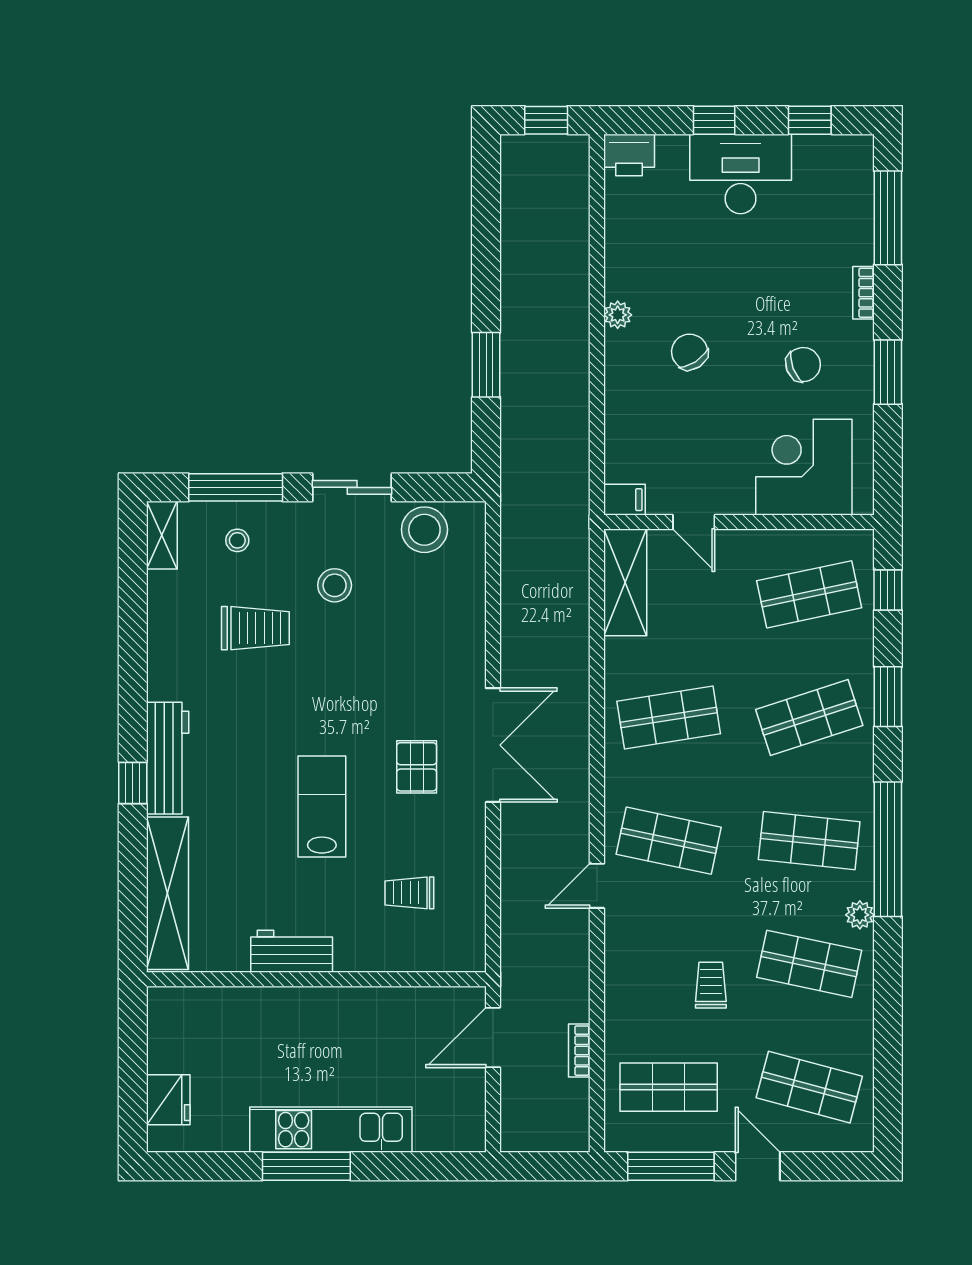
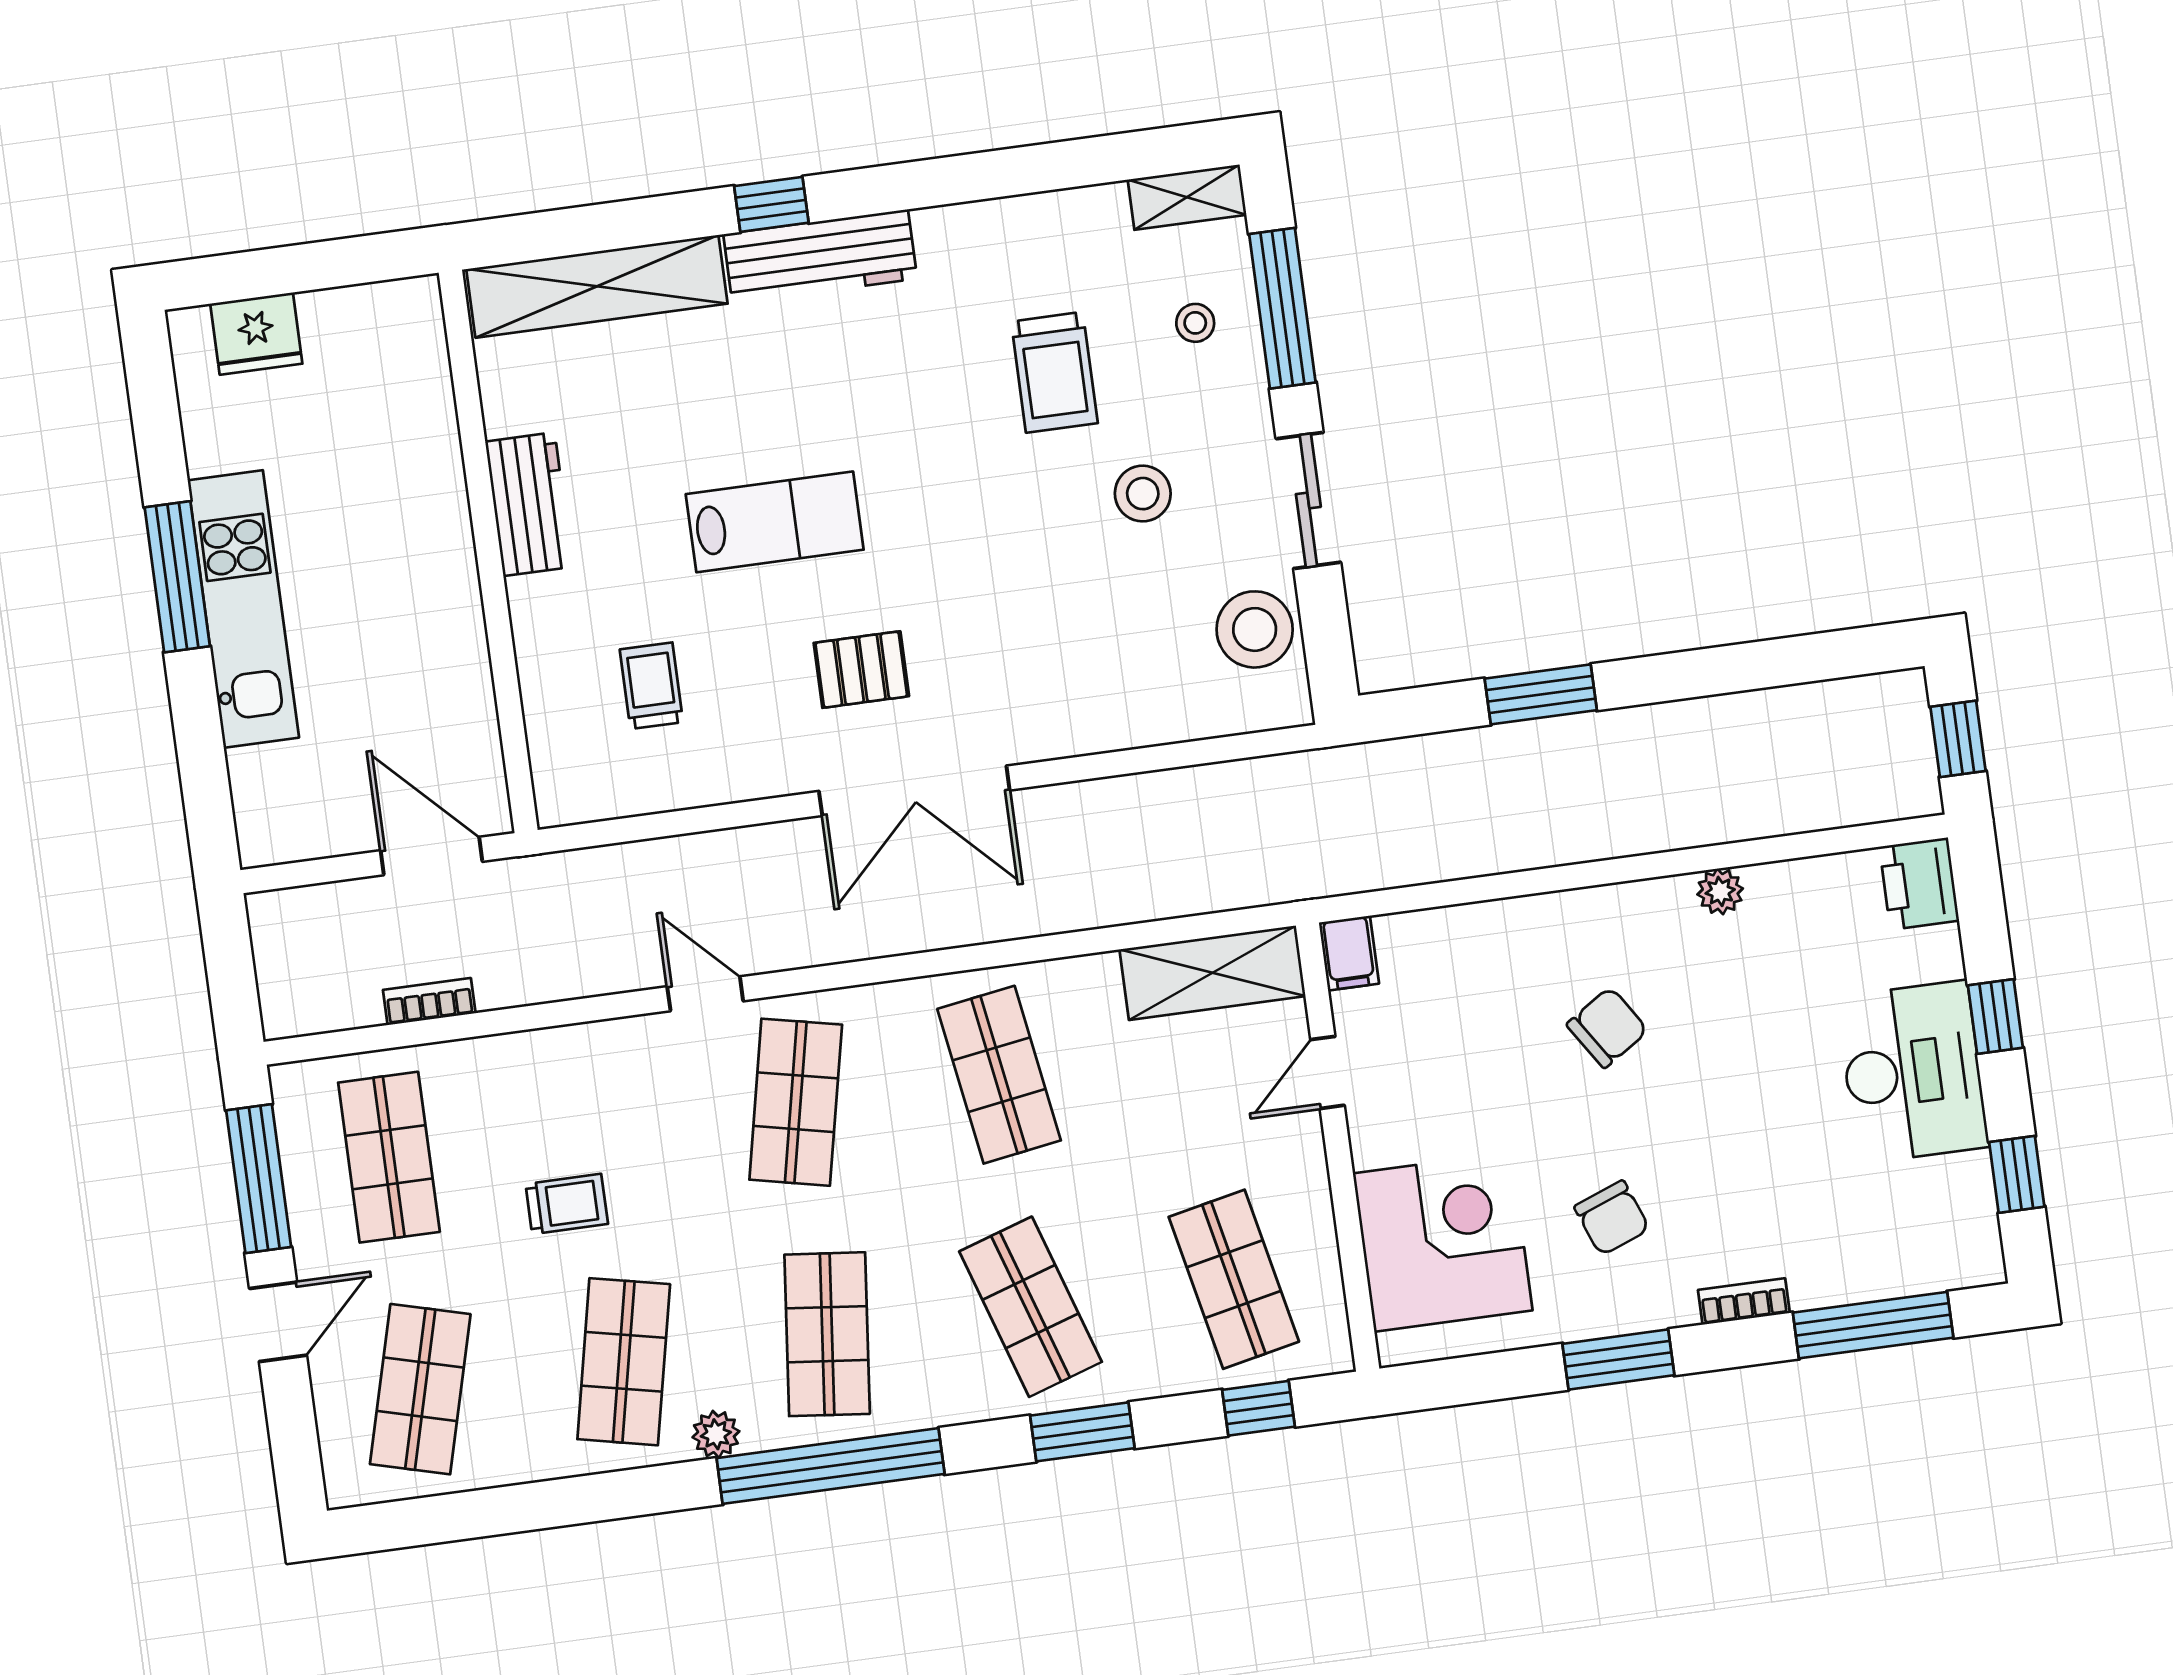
plant: (618, 315) -> (1720, 891), moved

